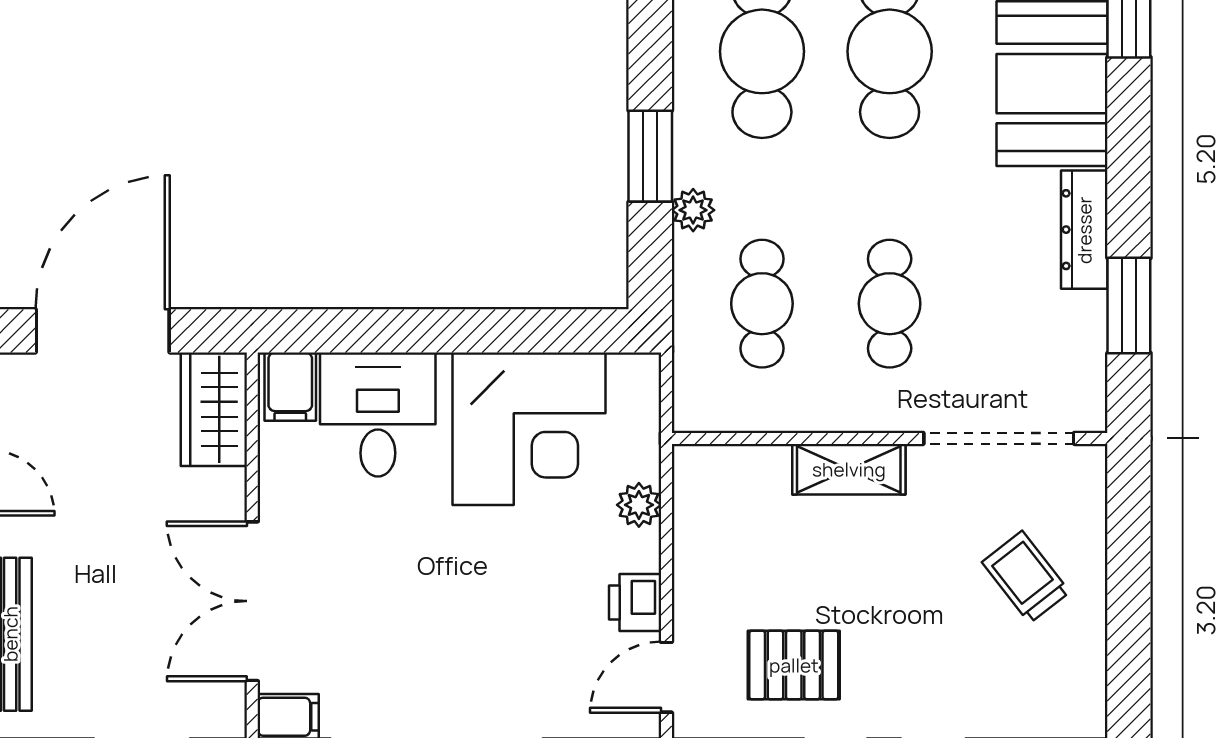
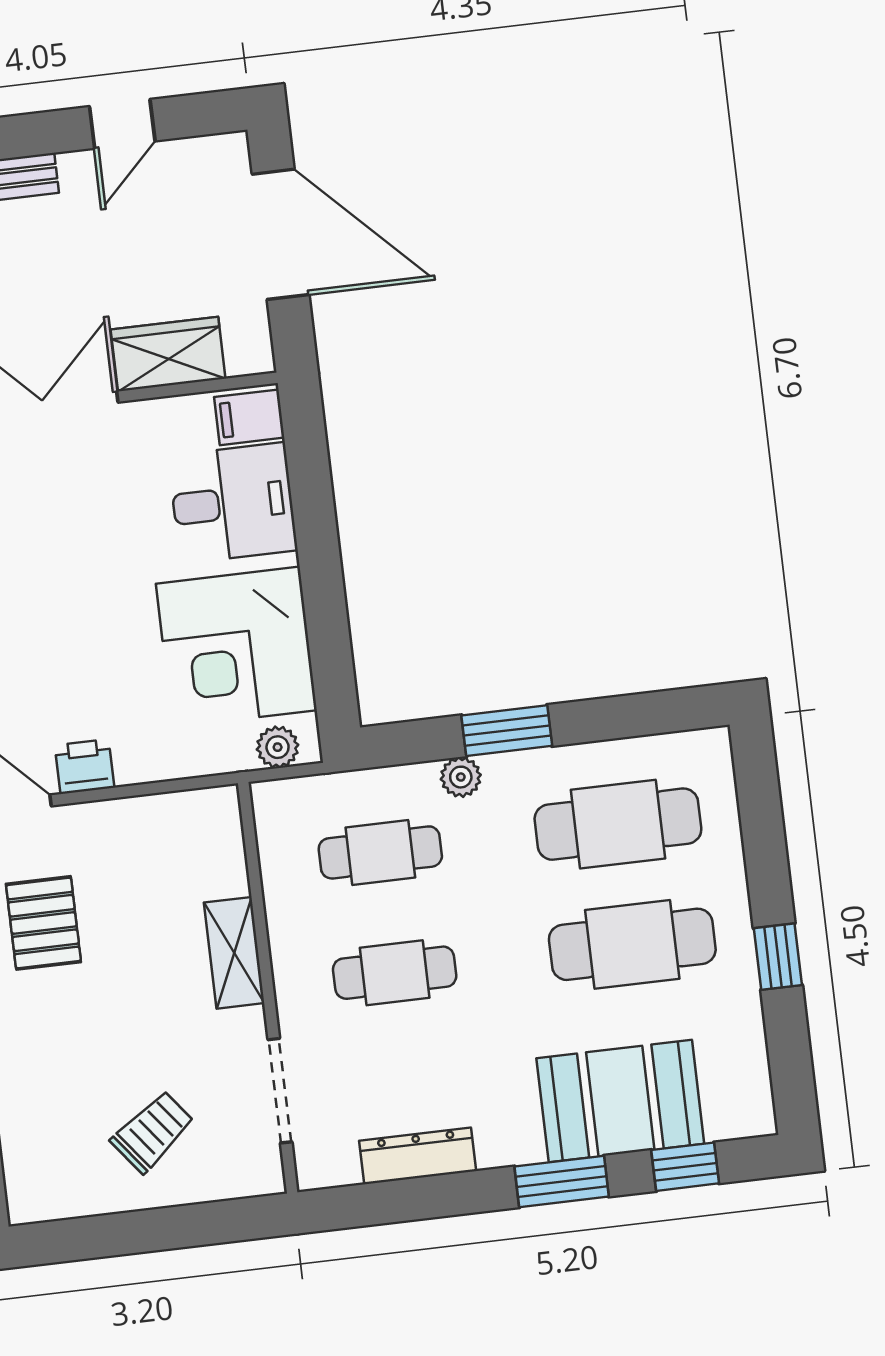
dresser: (1084, 230) -> (418, 1156), moved
window: (1129, 306) -> (562, 1181), moved
wardrobe: (214, 409) -> (168, 354), moved
doorway: (999, 438) -> (280, 1091), width x0.73
plant: (639, 505) -> (278, 747), moved

